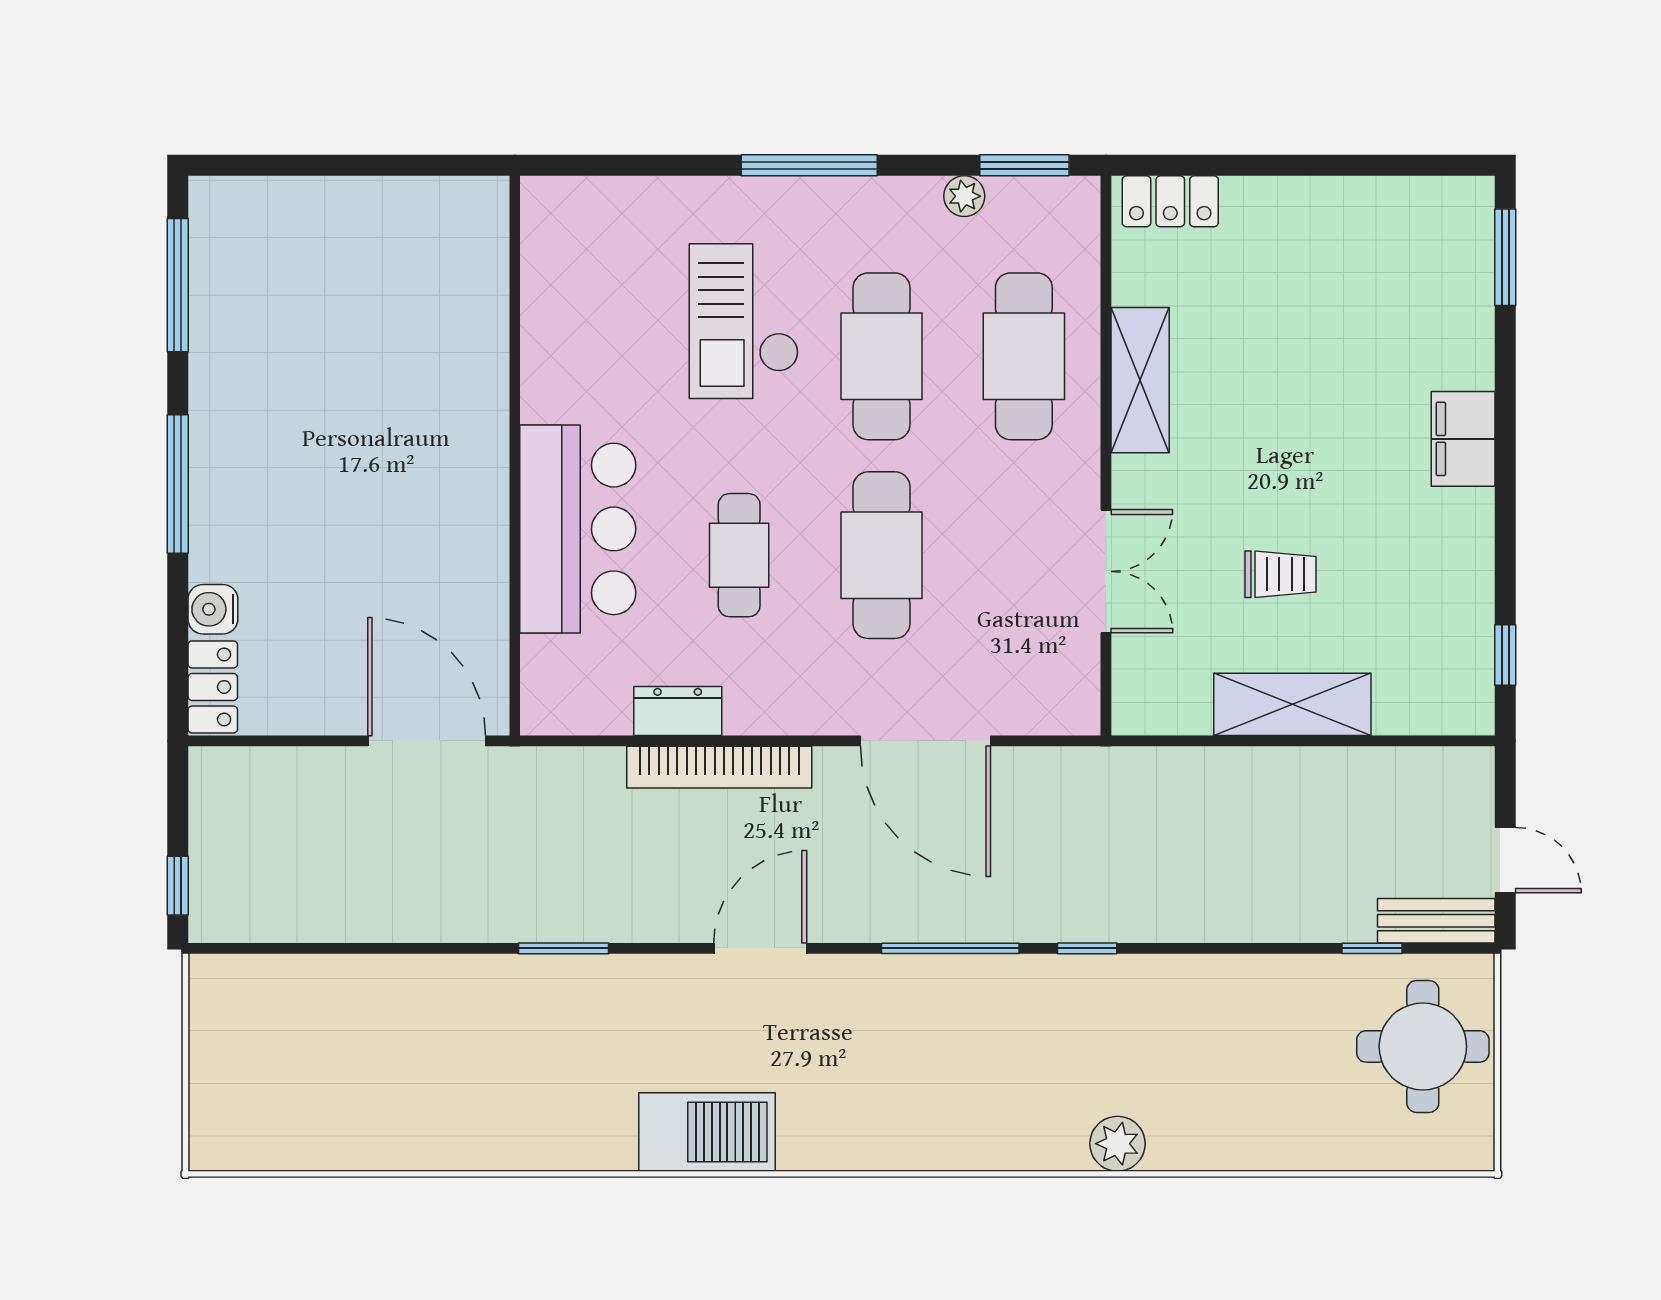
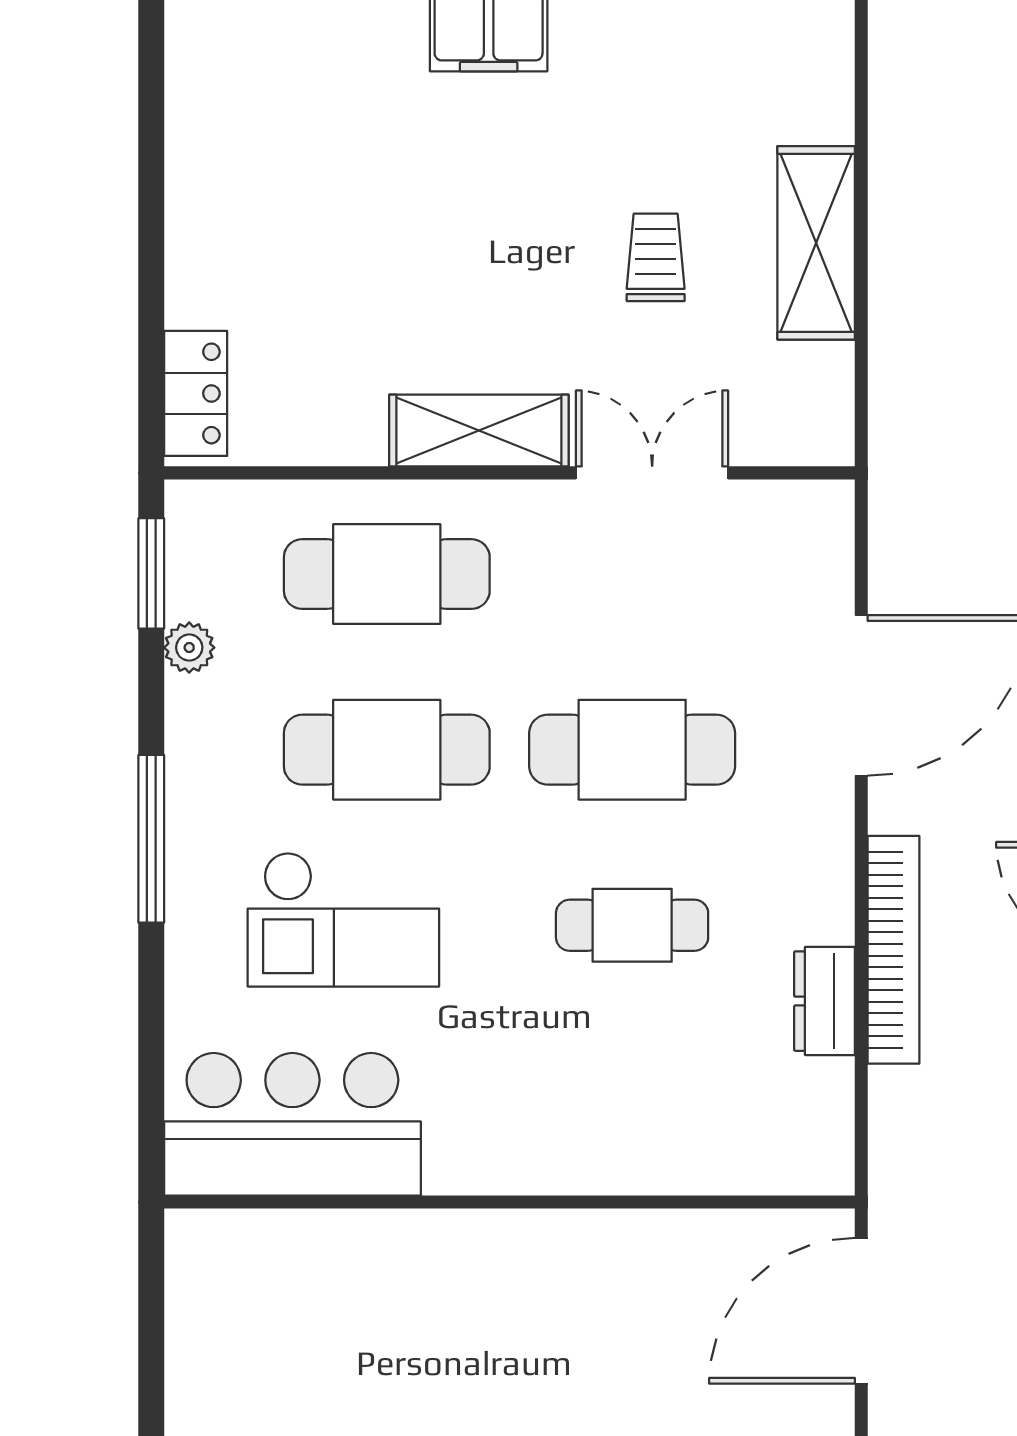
shelving: (1140, 380) -> (479, 431), moved
bar counter: (578, 529) -> (292, 1124), moved

